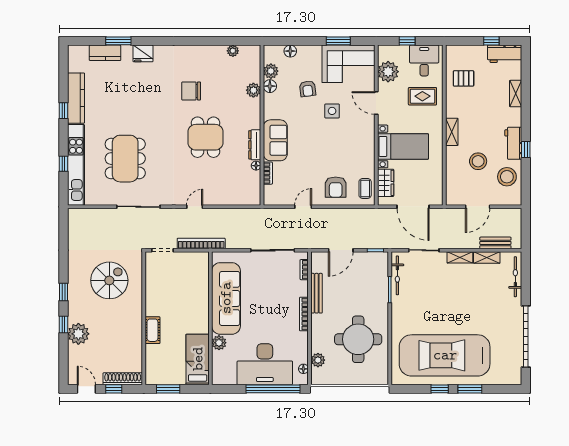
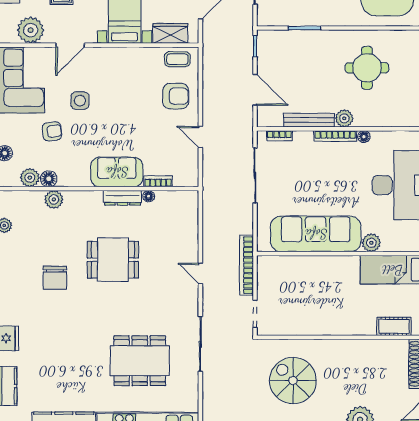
bicycle: (397, 275) -> (287, 19), removed
cot: (152, 330) -> (394, 326), moved
round table: (358, 339) -> (367, 68), width x0.73, depth x0.73
plant: (318, 360) -> (344, 118), moved
floor lamp: (303, 369) -> (364, 137), moved

